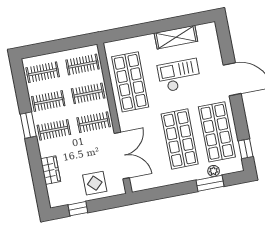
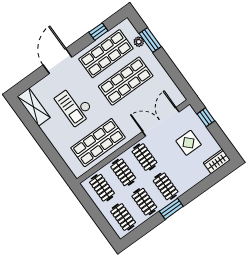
shelving: (176, 37) -> (34, 107), moved
window: (246, 149) -> (98, 32), moved
wardrobe: (51, 170) -> (217, 161), moved
display table: (95, 183) -> (189, 143), moved
window: (78, 209) -> (206, 117), moved

